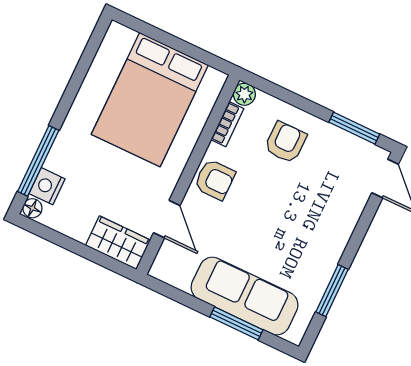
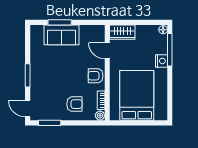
armchair: (285, 142) -> (74, 104), turned -90
nightstand: (47, 186) -> (161, 61), moved
window: (332, 291) -> (28, 75), moved
sofa: (245, 296) -> (62, 35), width x0.73

